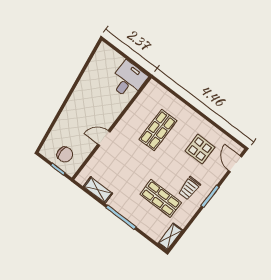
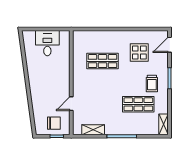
desk: (128, 80) -> (47, 43), moved
shop shelf: (158, 130) -> (102, 61), turned 90
door: (104, 138) -> (71, 104), moved
door: (235, 164) -> (170, 45), hinge flipped

